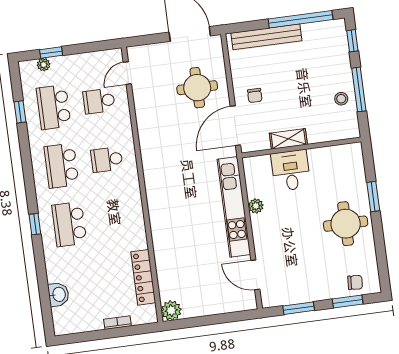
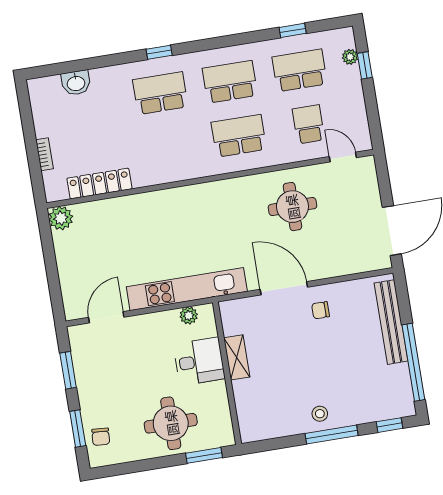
round table: (197, 88) -> (292, 207), moved
shelving: (288, 139) -> (237, 357), moved
wall: (301, 147) -> (227, 373), moved
school desk: (107, 160) -> (239, 136), width x1.85
desk: (291, 170) -> (199, 361), moved

